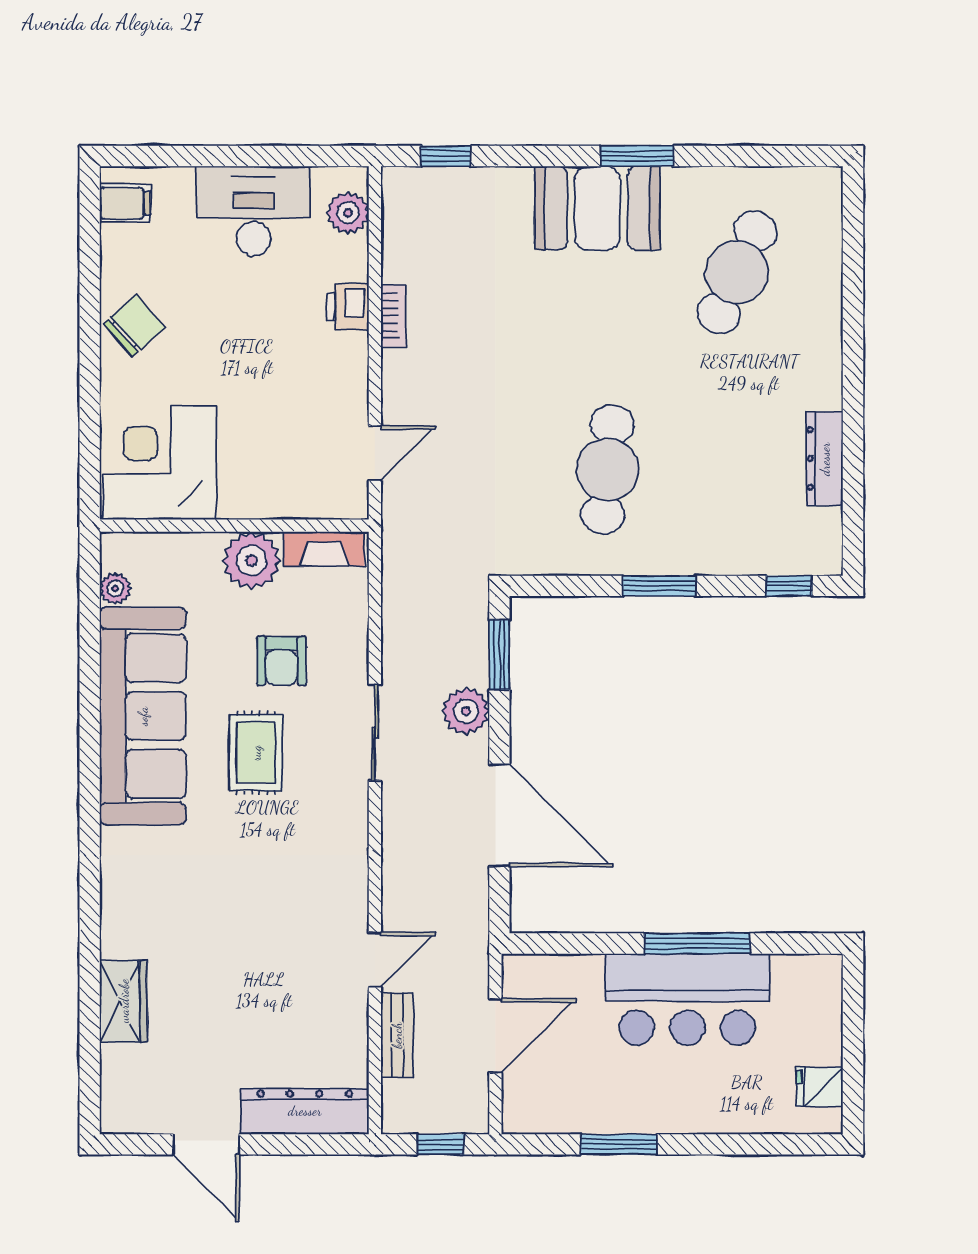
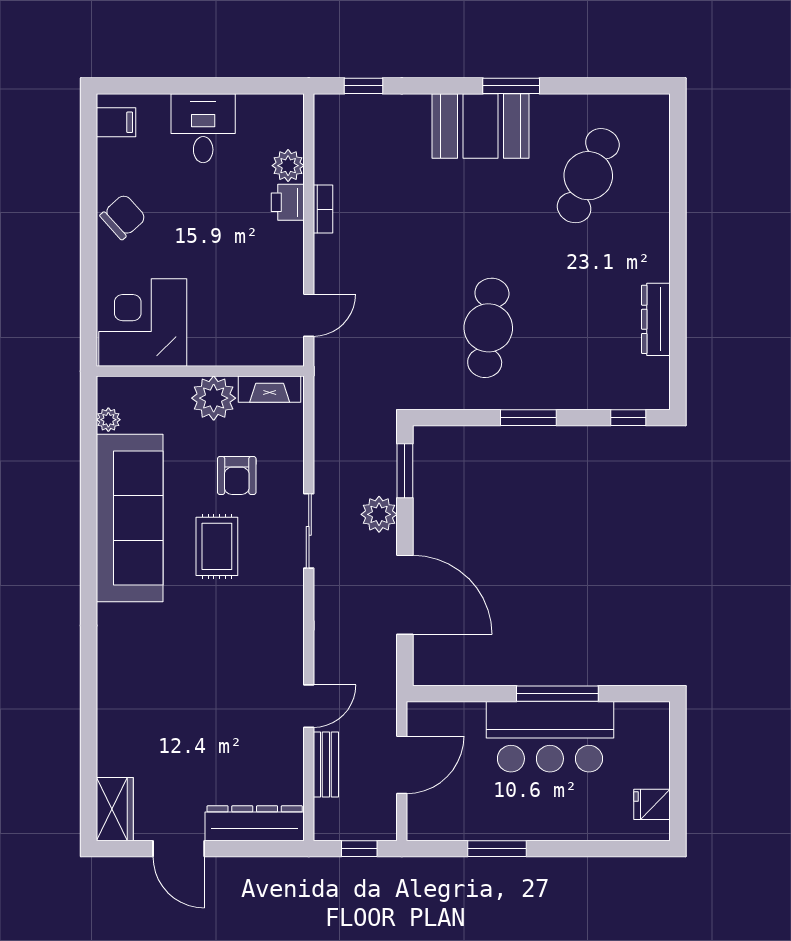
desk: (253, 211) -> (203, 128), width x0.73
plant: (348, 213) -> (288, 166), moved
wardrobe: (124, 1001) -> (115, 809), moved

